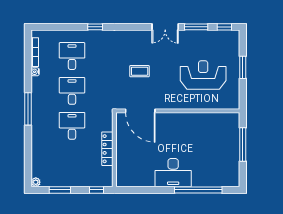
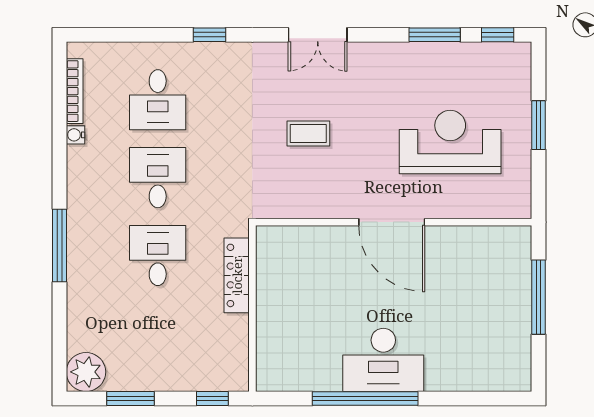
double door: (165, 27) -> (318, 35), moved
desk: (72, 56) -> (158, 100), turned 180
window: (28, 109) -> (59, 245), moved
door: (140, 111) -> (392, 222), moved
locker: (107, 149) -> (237, 275), moved
plant: (36, 182) -> (86, 372), width x1.87, depth x1.87
window: (198, 190) -> (365, 398), moved

